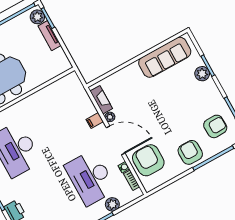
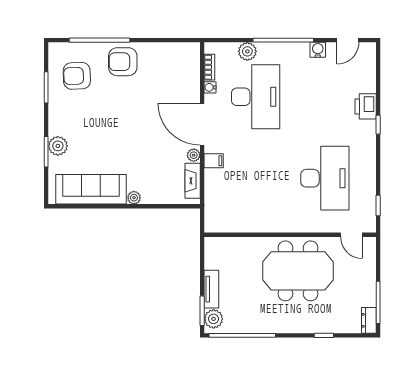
plant: (134, 67) -> (134, 198), added
armchair: (190, 152) -> (123, 62), turned 90
armchair: (148, 160) -> (177, 80), removed

